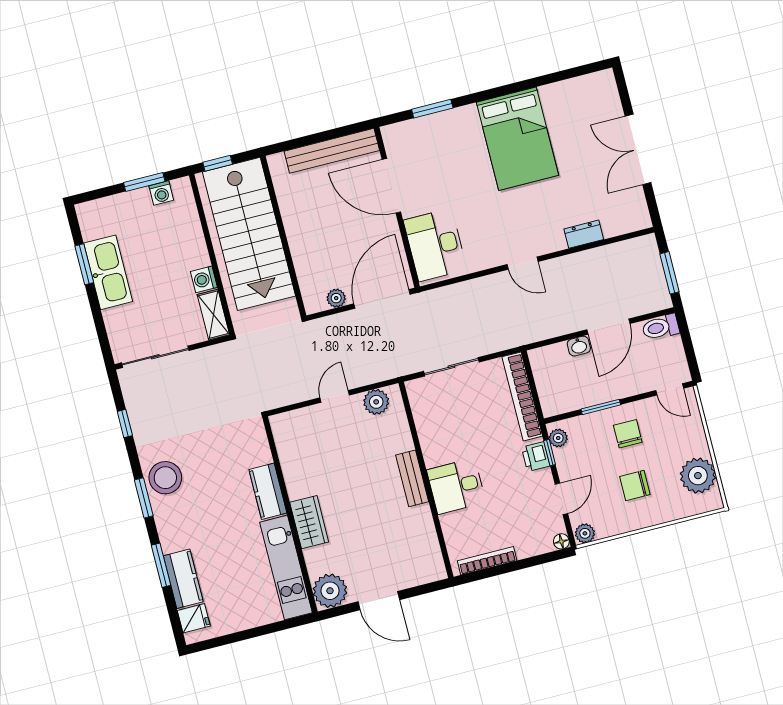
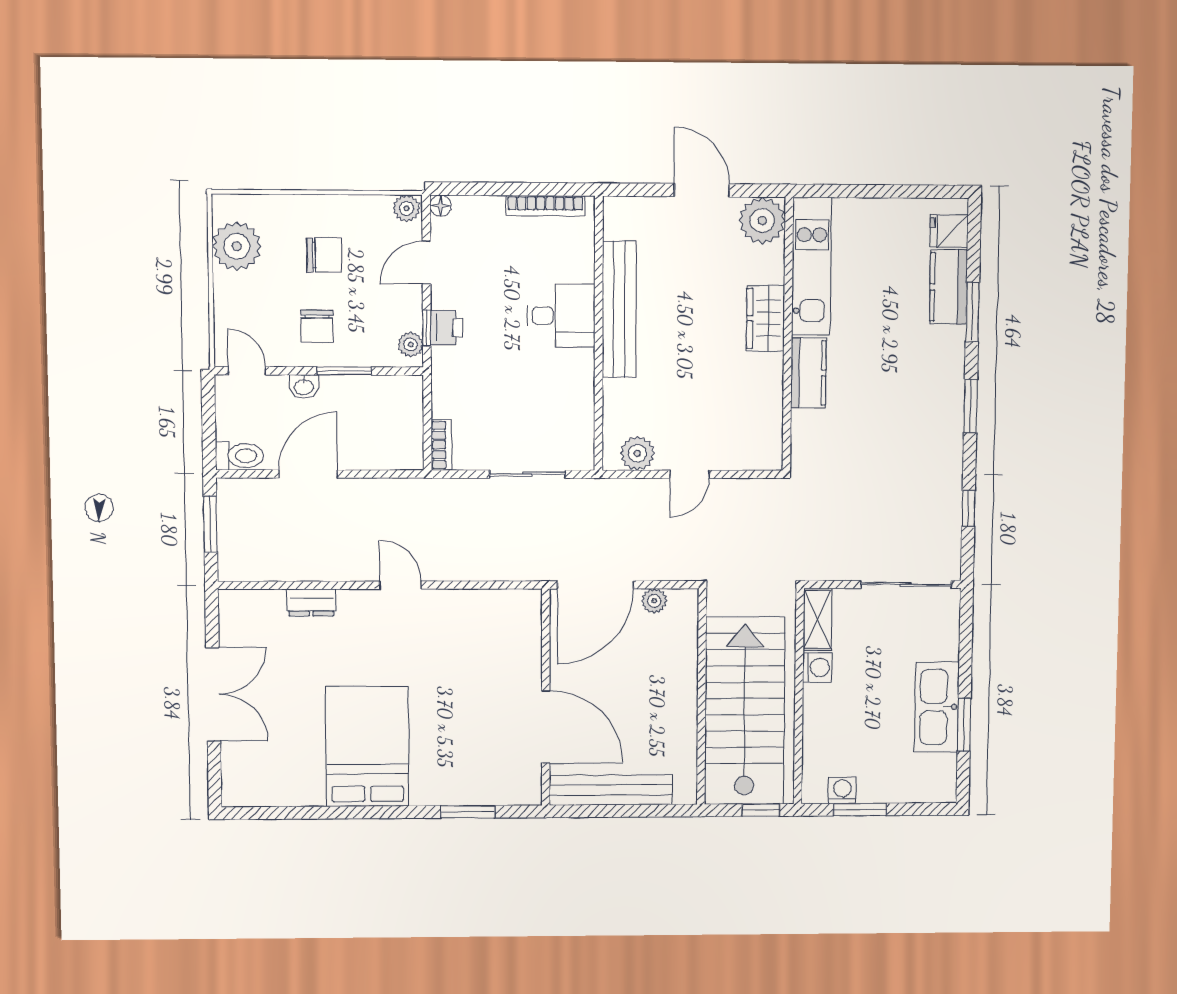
desk: (435, 245) -> (508, 637), removed
washbasin: (579, 346) -> (304, 387), moved, turned 180
bookcase: (522, 396) -> (441, 445), width x0.43, depth x0.76
stool: (165, 478) -> (936, 425), removed
bench: (412, 478) -> (619, 309), width x1.86, depth x1.21

